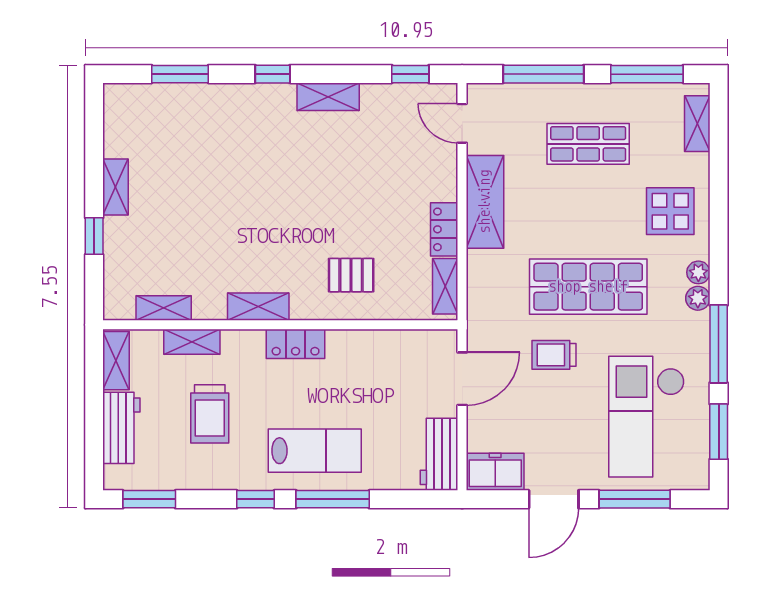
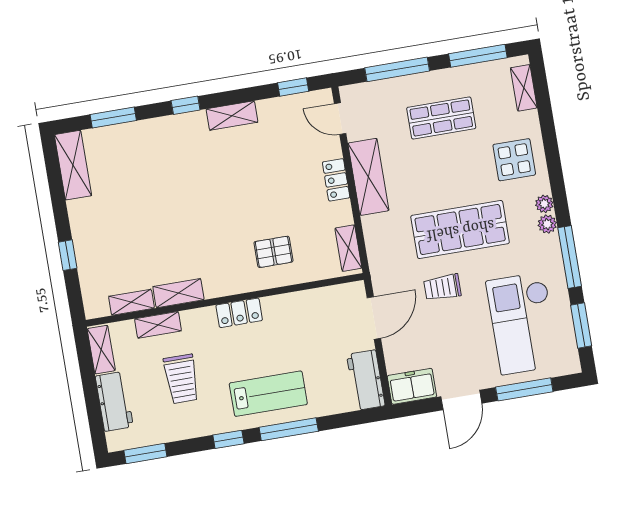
shelving: (116, 187) -> (73, 165), moved, width x1.50, depth x1.33
locker: (444, 229) -> (336, 180), moved
shelving: (258, 307) -> (178, 293), moved

